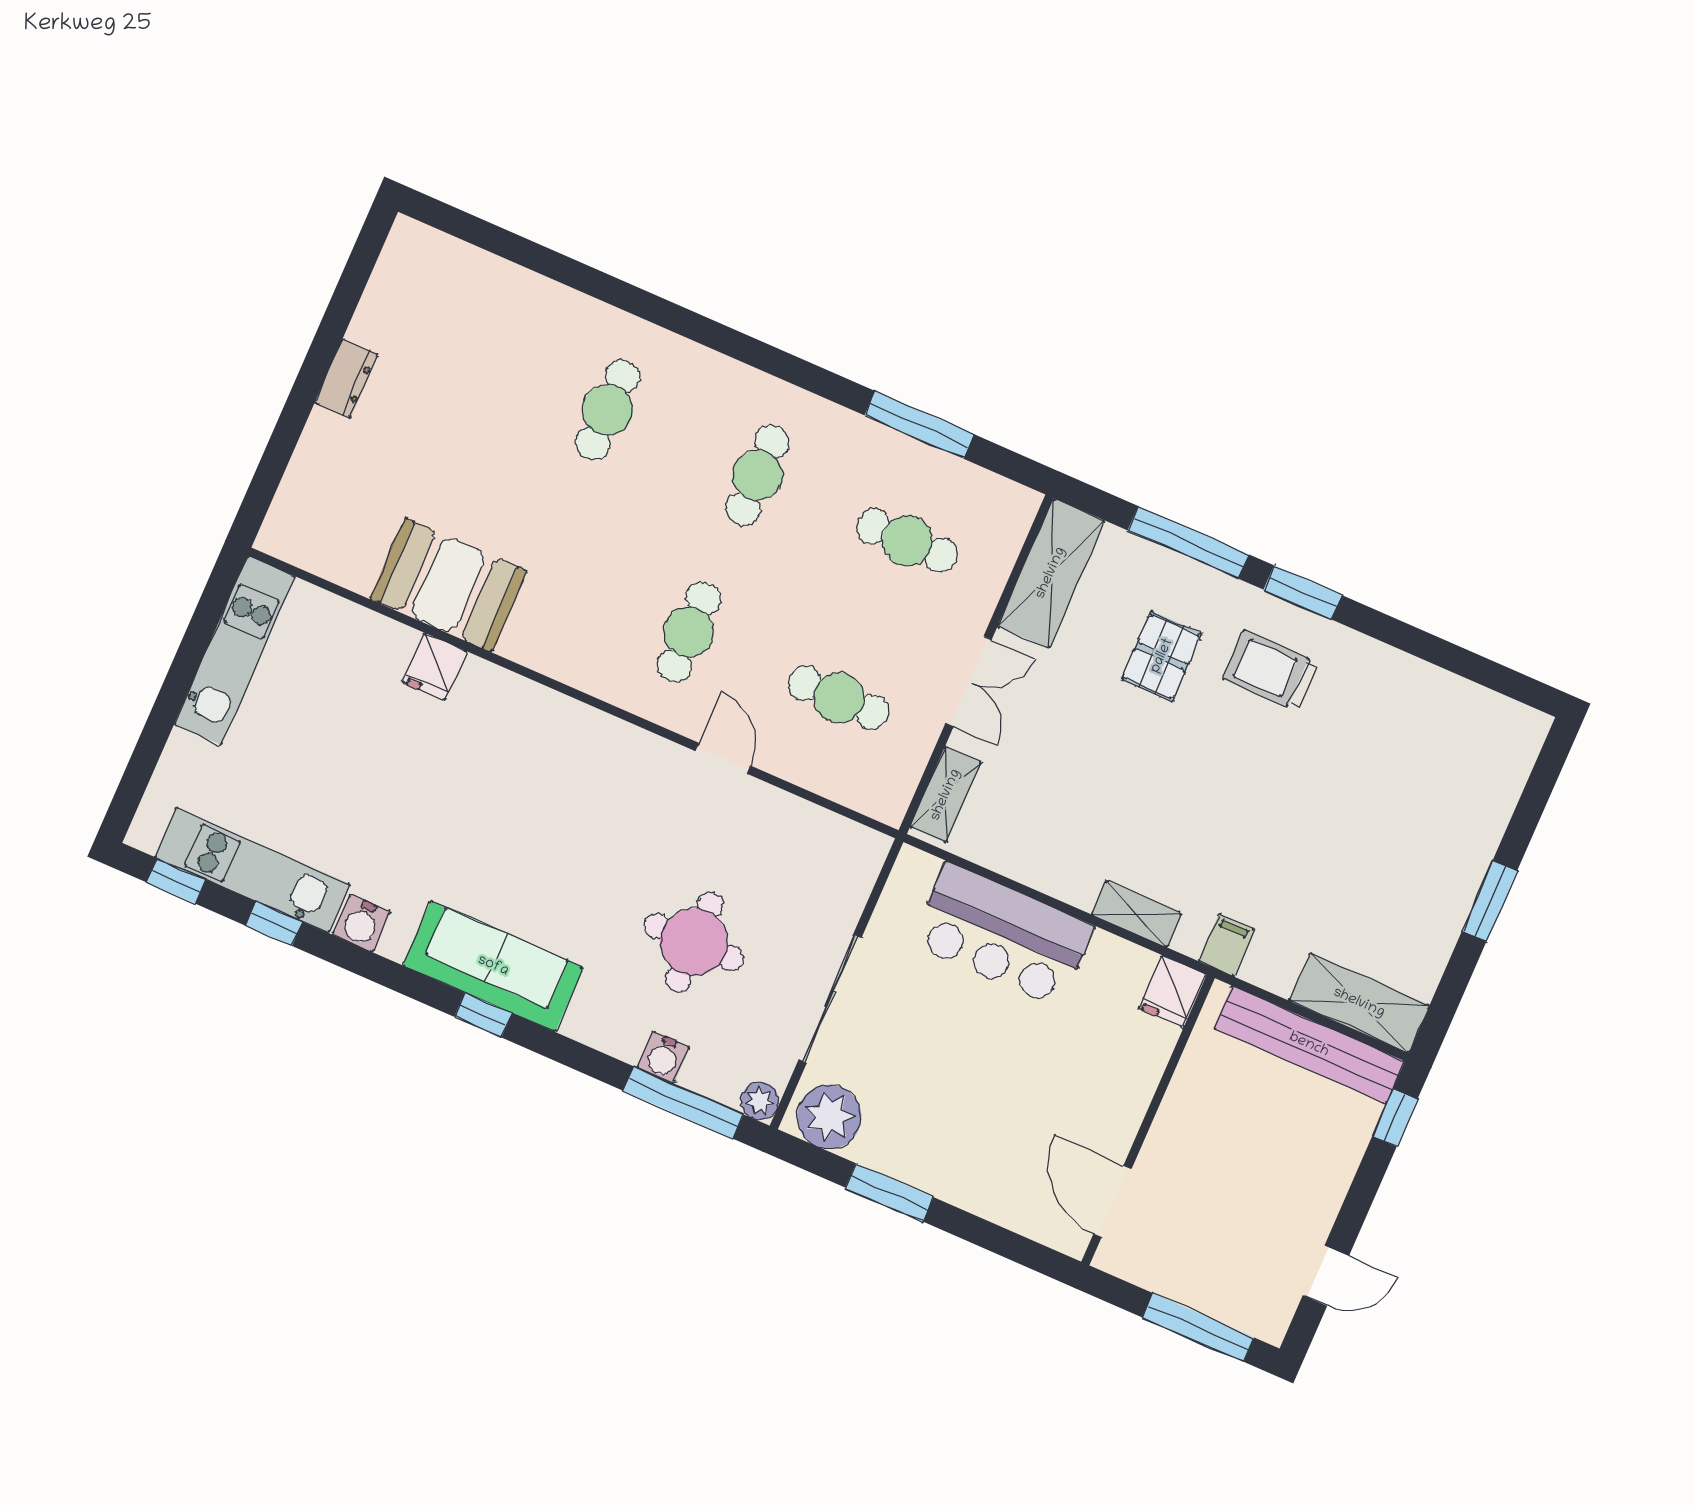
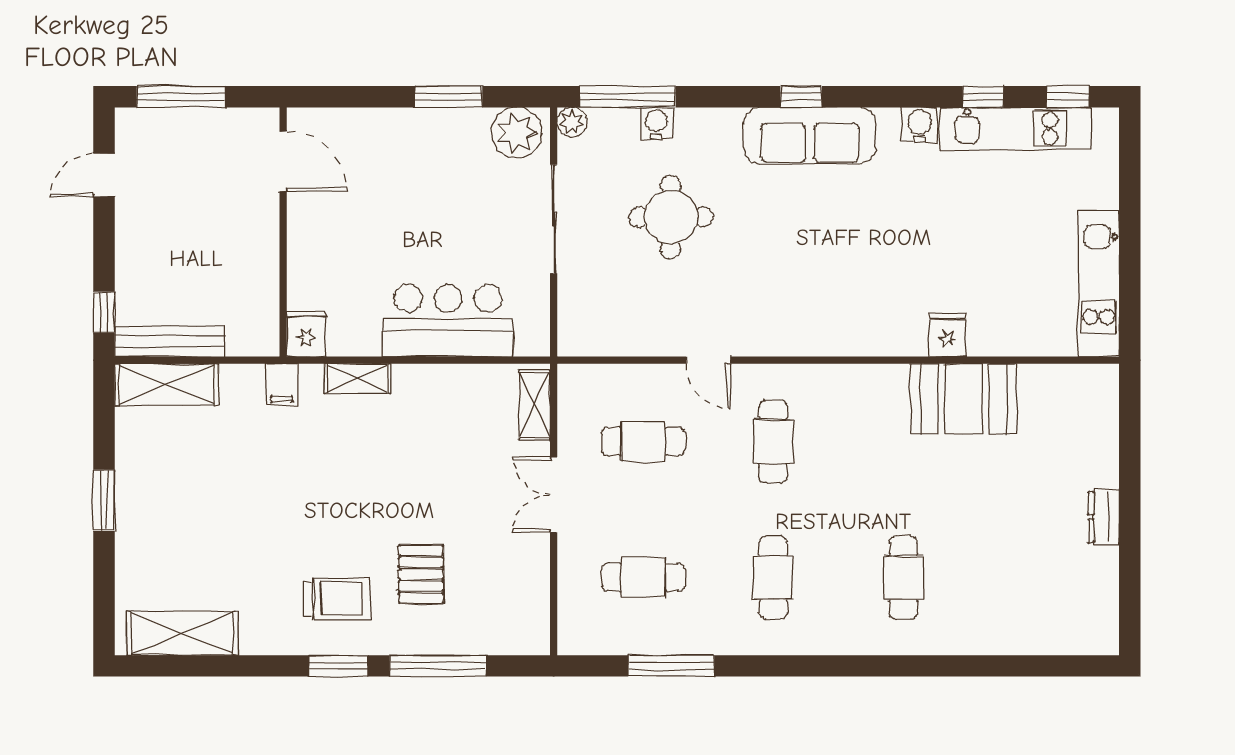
shelving: (1051, 573) -> (182, 633), moved, turned 90
bench: (1309, 1045) -> (169, 341), width x0.73, depth x0.82

